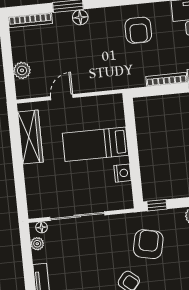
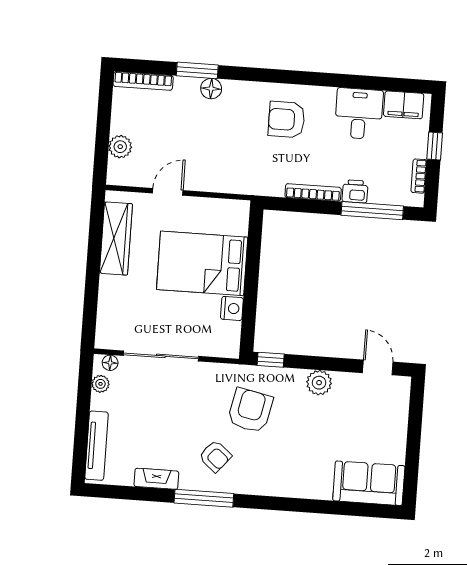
armchair: (138, 30) -> (286, 120), turned 90
bed: (95, 144) -> (202, 263), width x1.50

